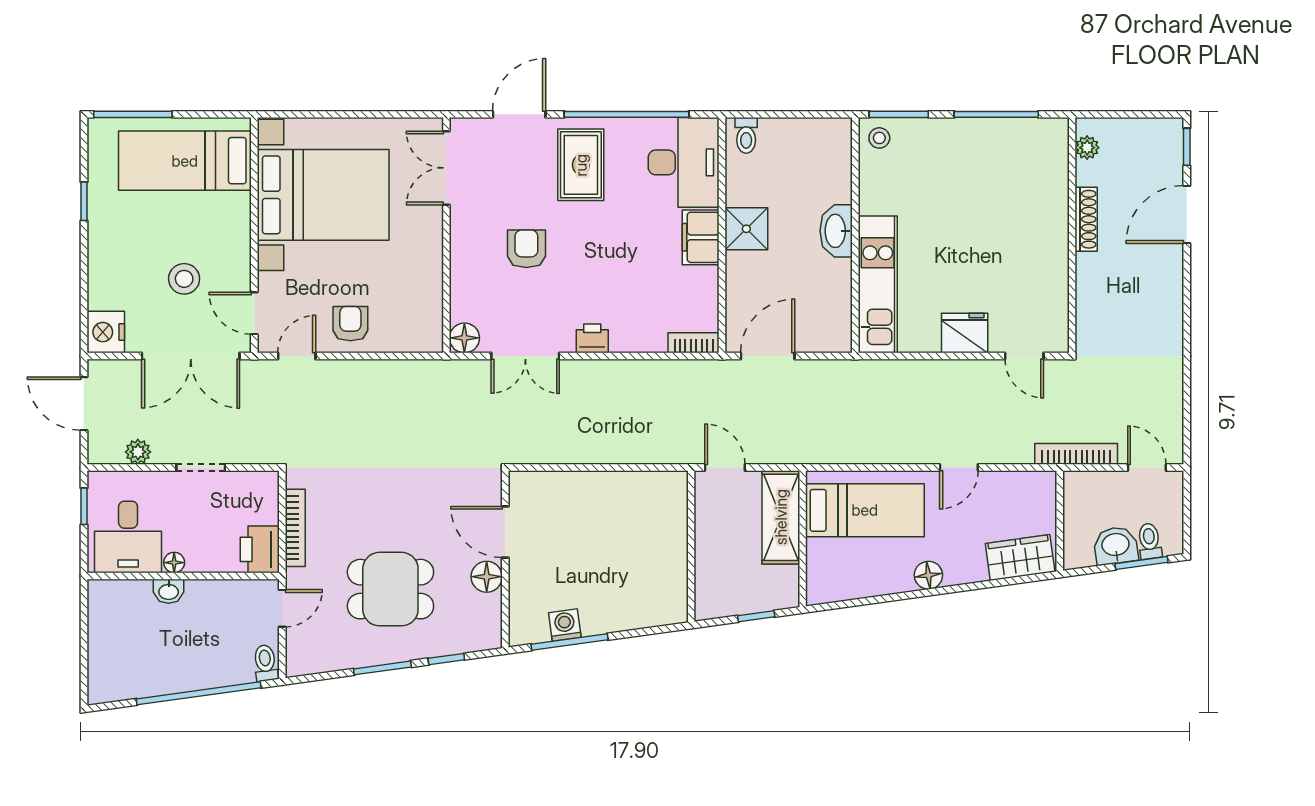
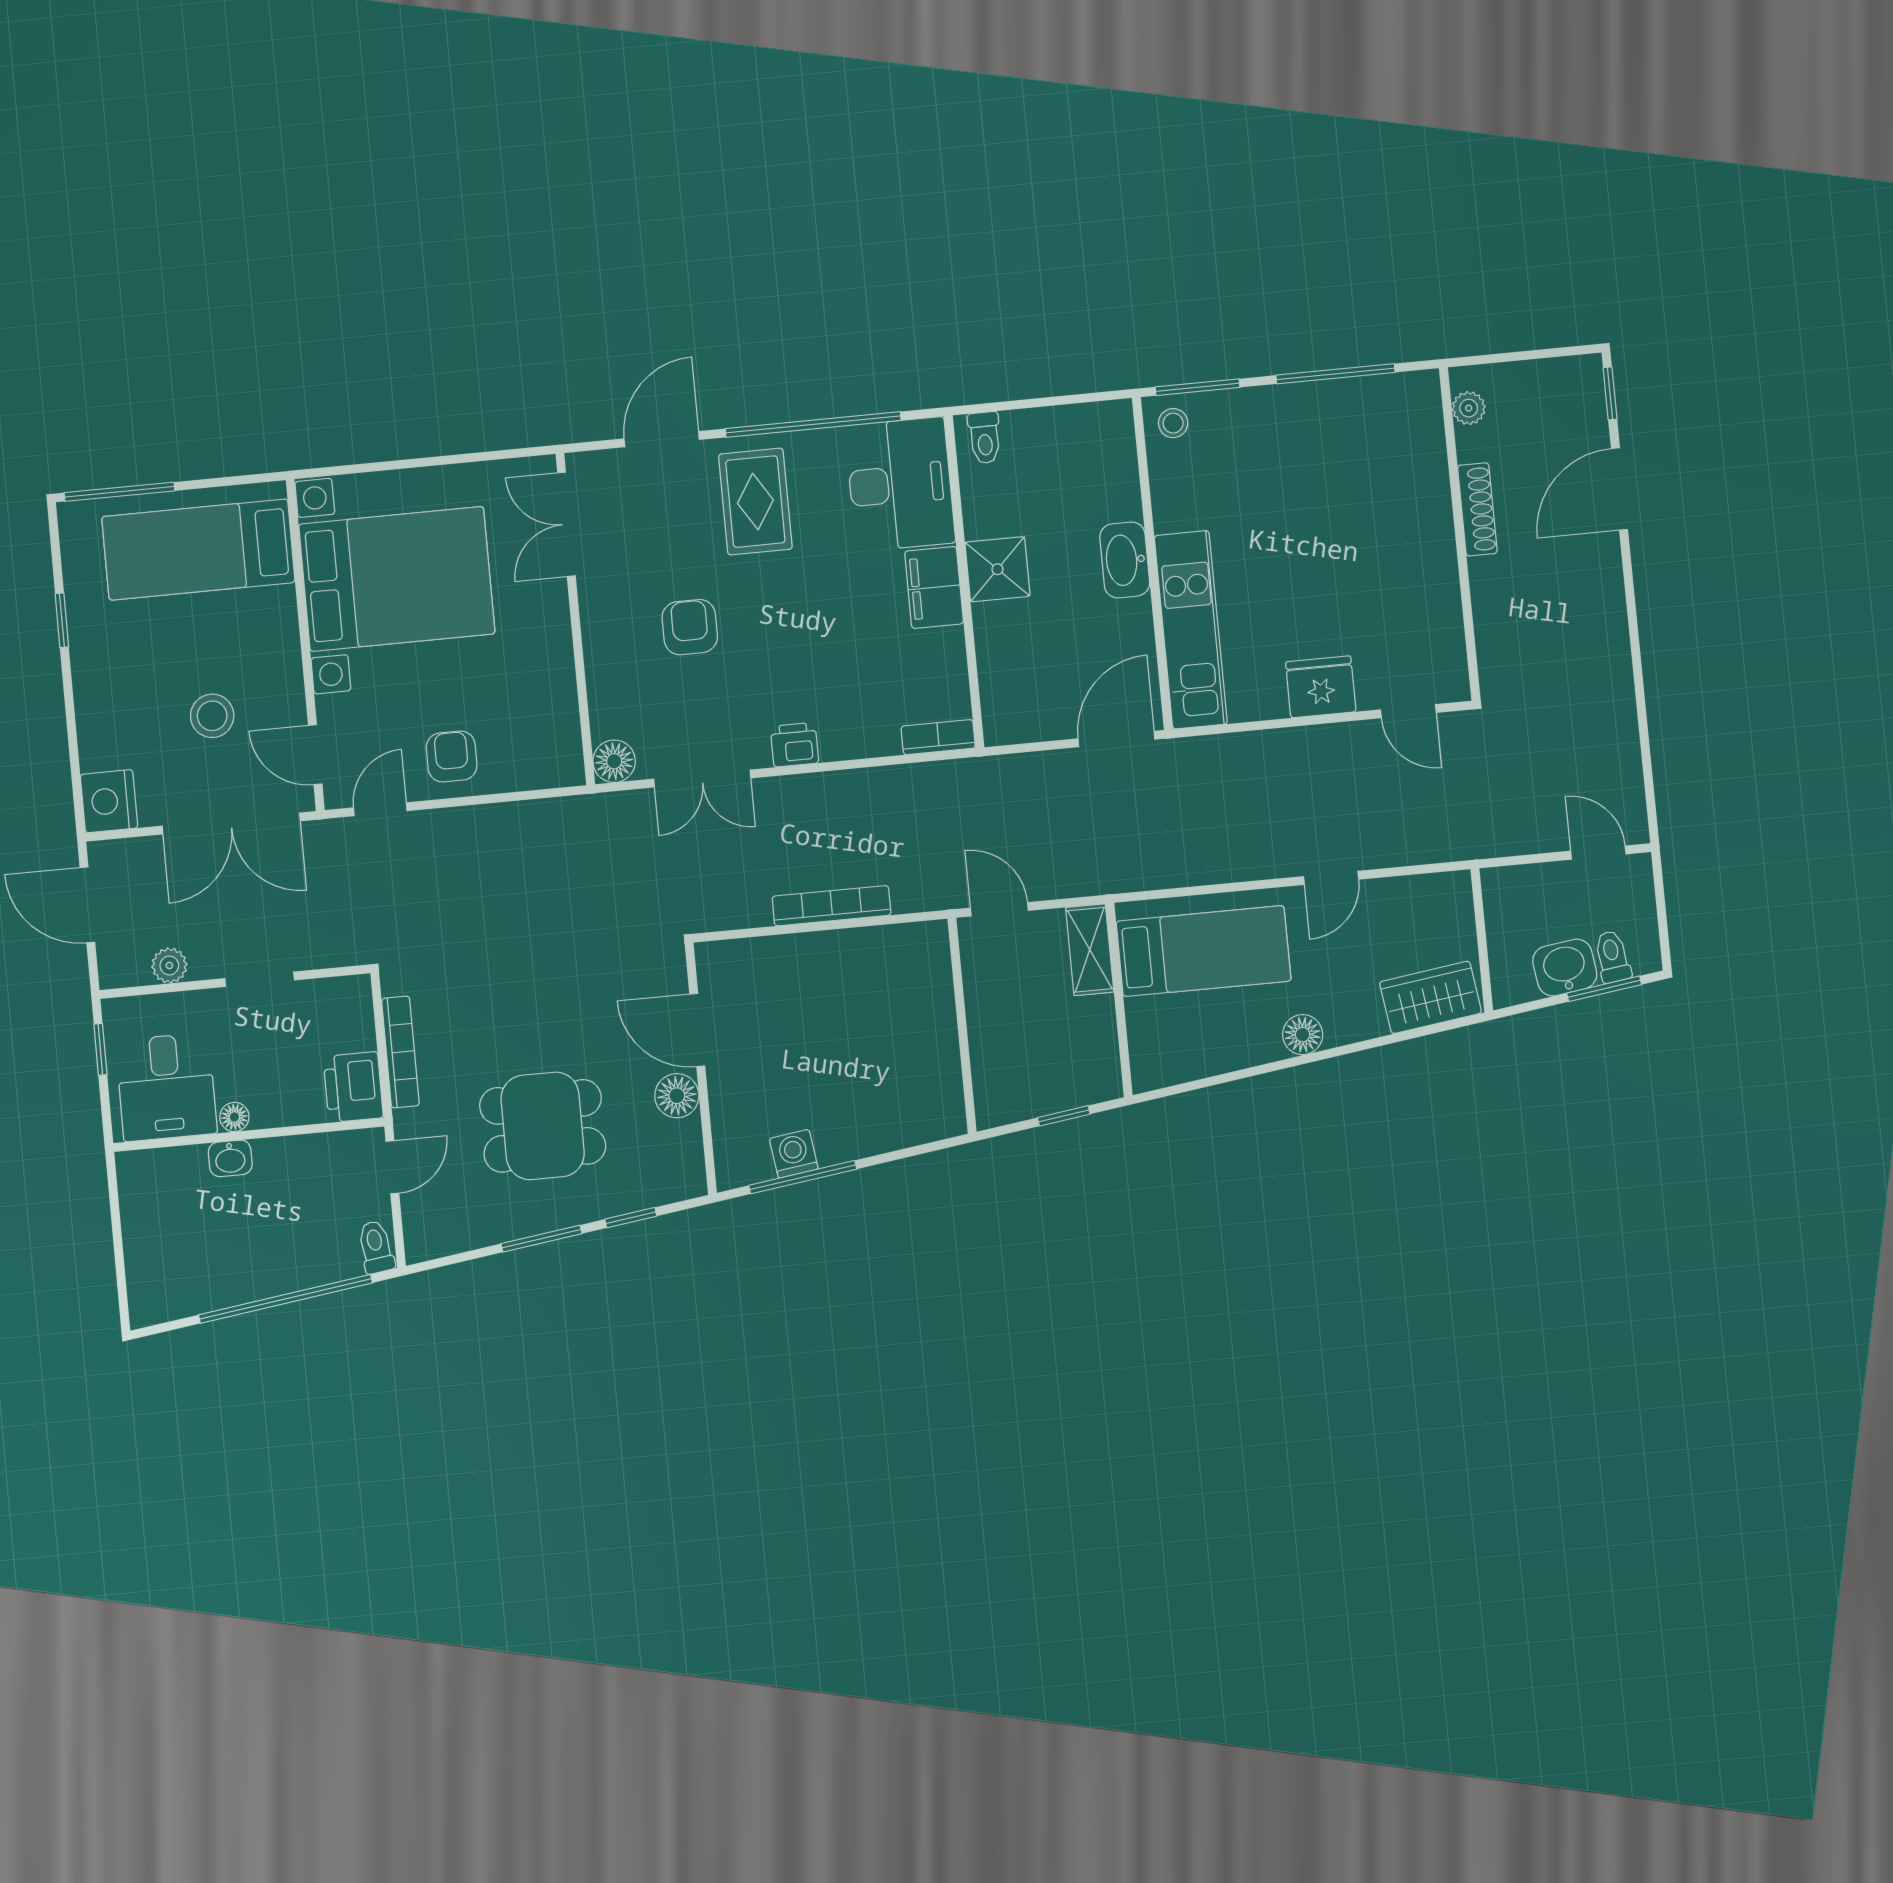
door: (768, 356) -> (1116, 739), moved
bookcase: (1076, 454) -> (832, 906), moved
shelving: (781, 517) -> (1090, 950), width x0.67, depth x0.75

